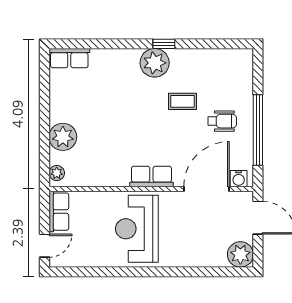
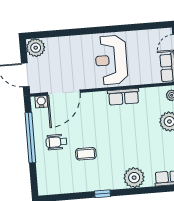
plant: (155, 63) -> (134, 178), moved
row of seats: (151, 176) -> (124, 97), moved
reception desk: (137, 229) -> (111, 60), turned 180

